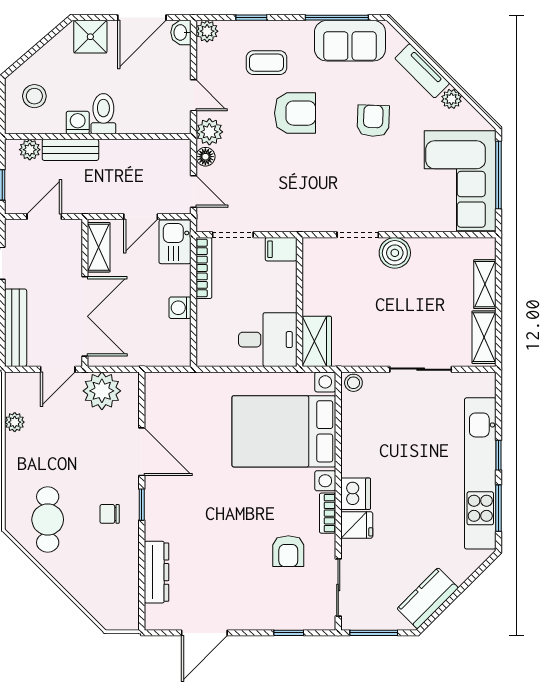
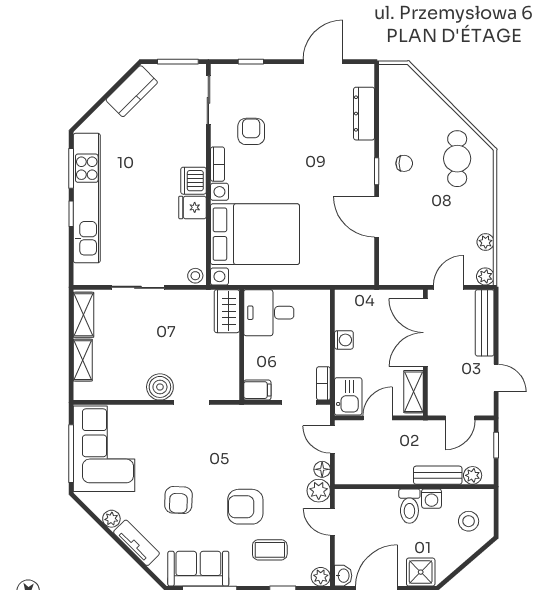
bookcase: (204, 268) -> (323, 383), width x0.64
plant: (102, 391) -> (485, 276), moved, width x0.53, depth x0.53
fridge: (357, 525) -> (193, 207), moved

